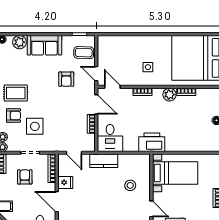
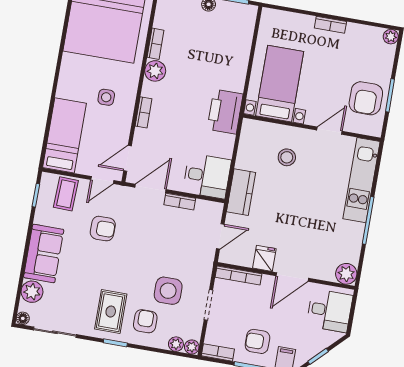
bed: (120, 45) -> (65, 135), added
armchair: (25, 177) -> (257, 341), moved

